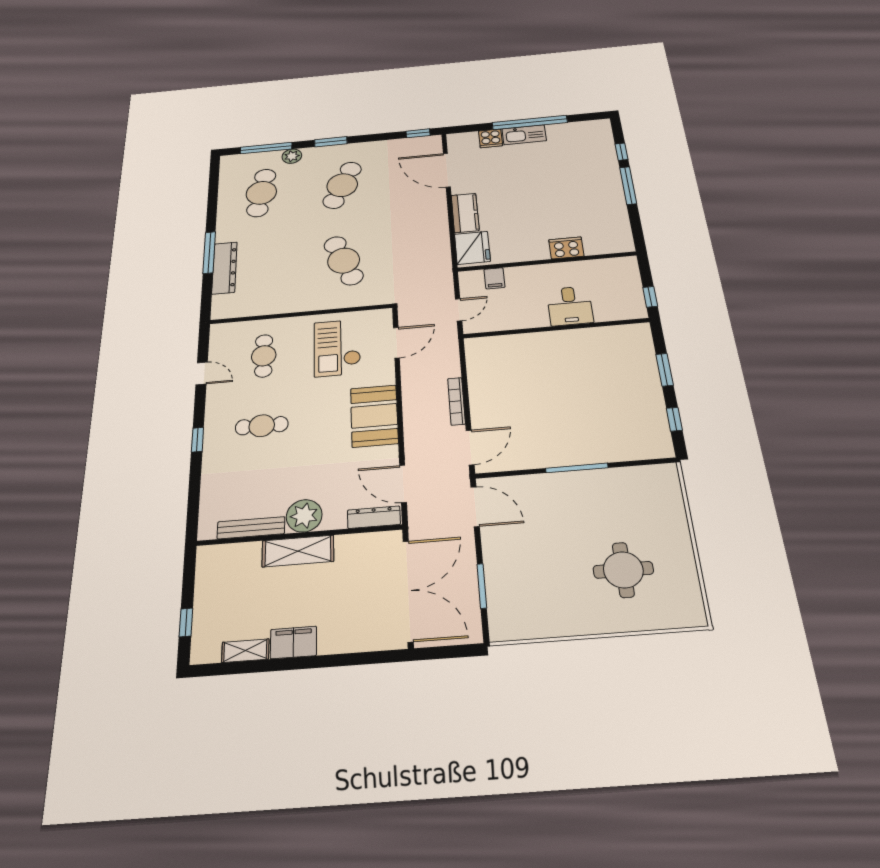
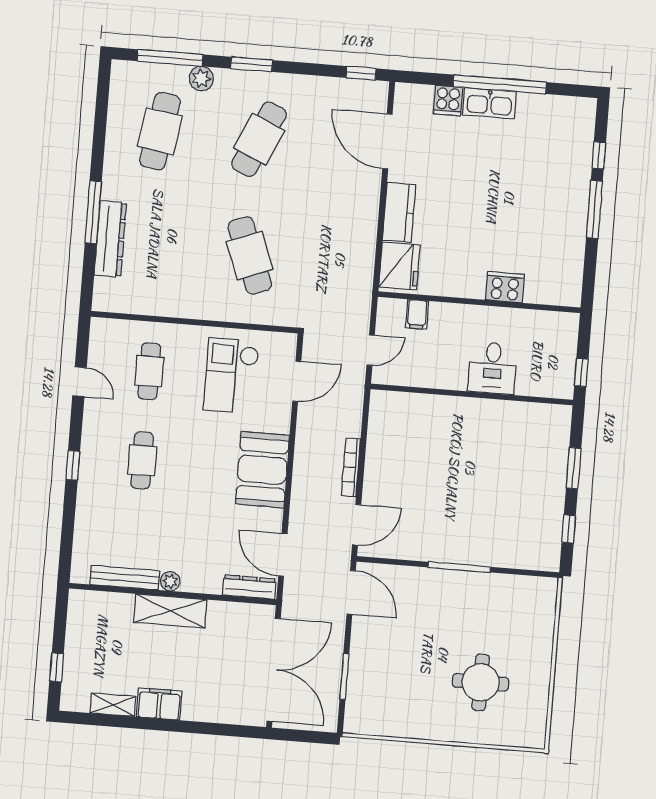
cafe table: (262, 426) -> (142, 460), turned 90
plant: (304, 516) -> (170, 581), width x0.53, depth x0.53

